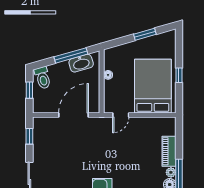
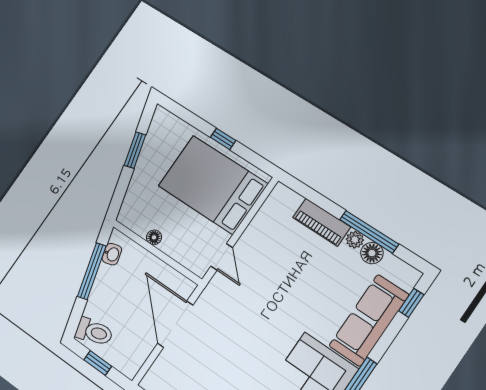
washbasin: (81, 63) -> (112, 254), width x0.52, depth x0.69

